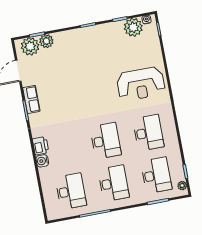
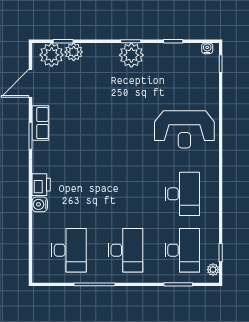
plant: (133, 27) -> (131, 55), moved
desk: (106, 141) -> (126, 194), removed

